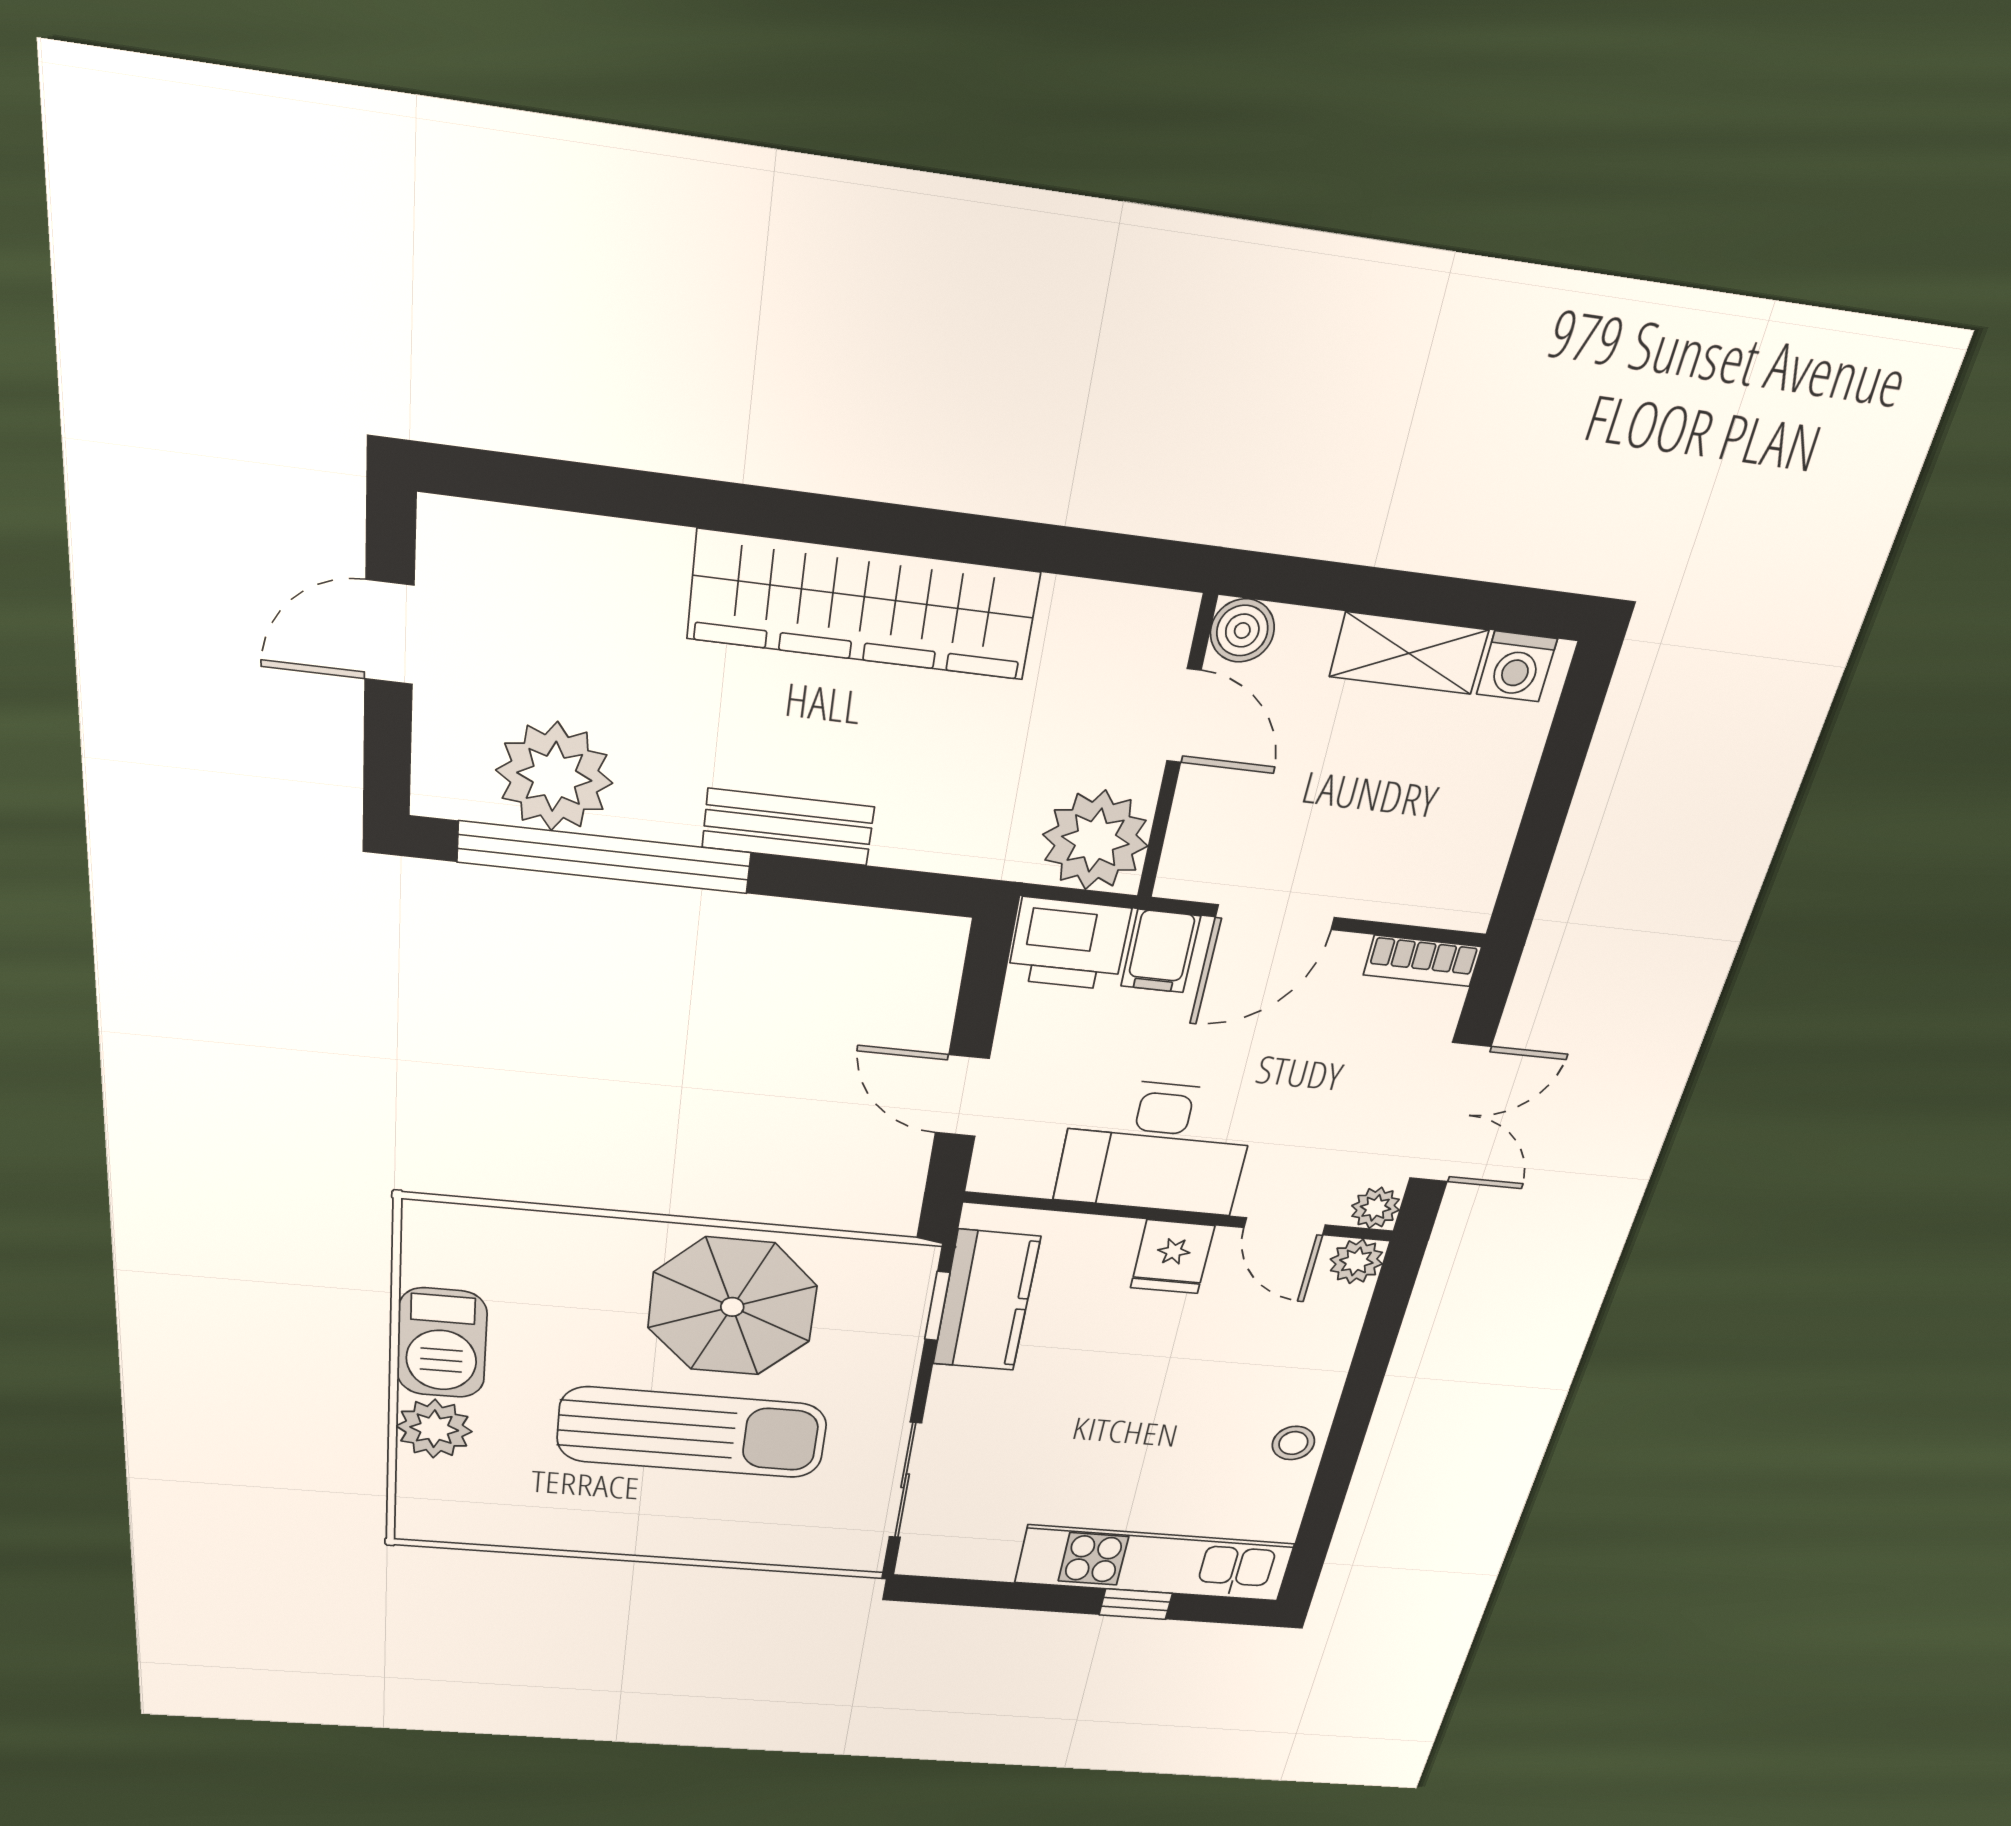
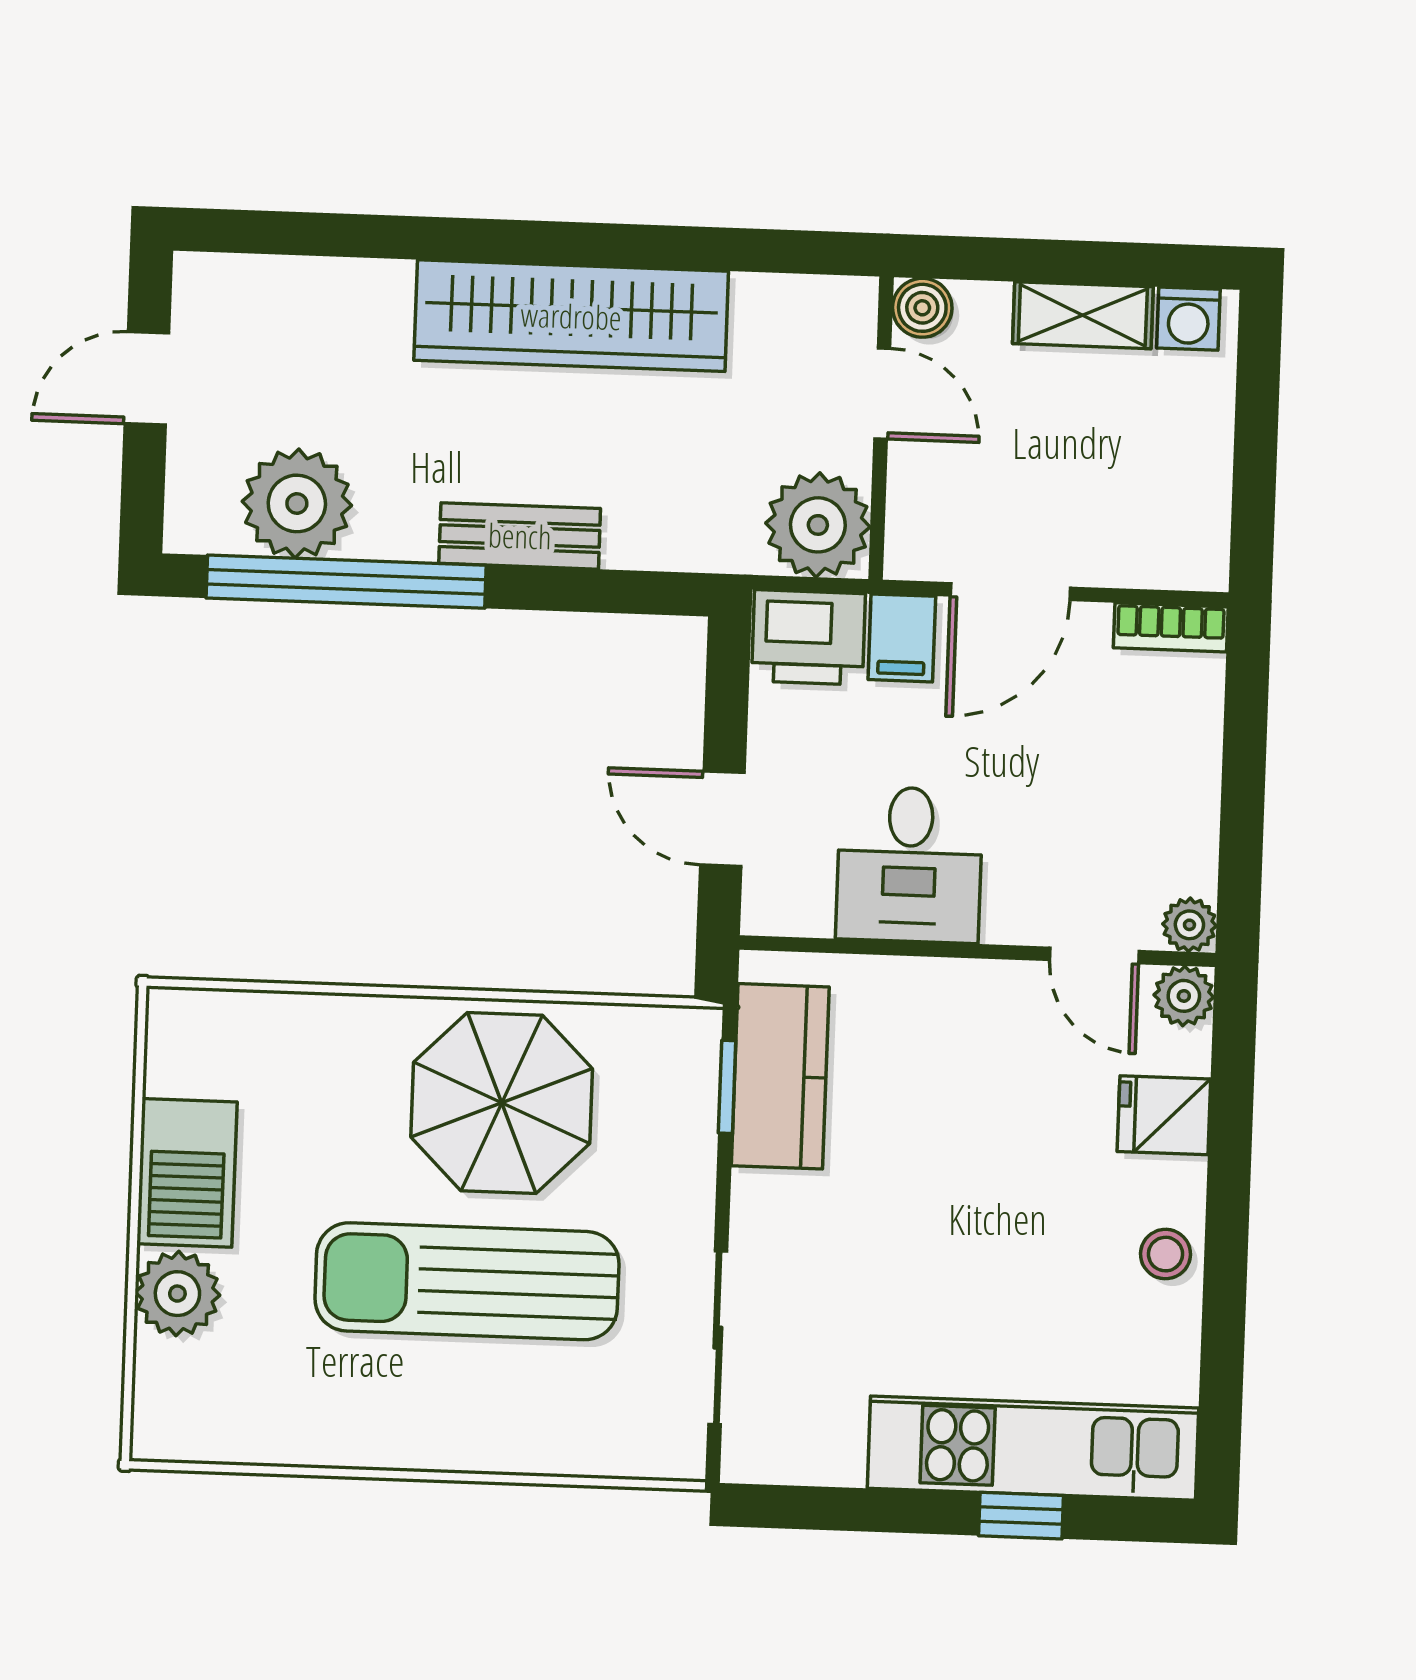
double door: (1450, 1113) -> (1243, 802), removed
desk: (1156, 1147) -> (909, 865), width x0.73
fridge: (1172, 1257) -> (1164, 1115), moved, turned 90
sun lounger: (692, 1433) -> (467, 1281), turned 180

